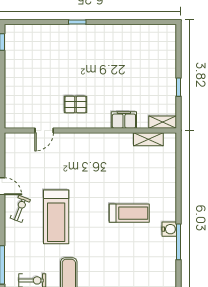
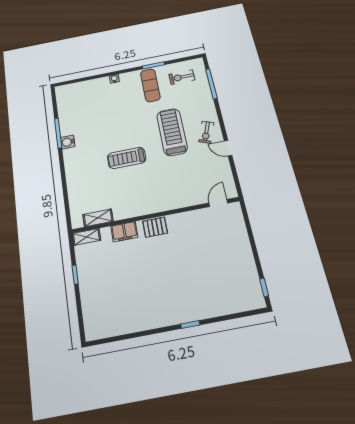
pallet: (76, 105) -> (155, 227), moved
door: (44, 130) -> (218, 203), moved
treadmill: (129, 213) -> (127, 158), moved

